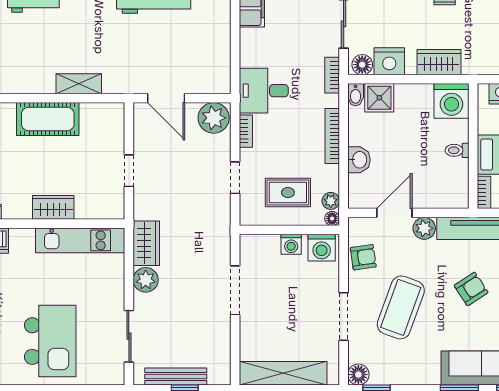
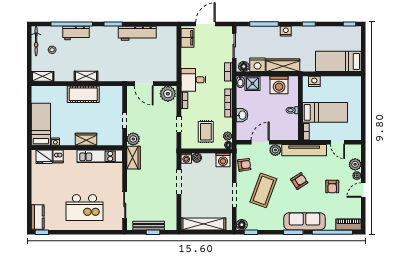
wardrobe: (439, 62) -> (283, 65), width x1.50
shelving: (79, 84) -> (86, 76), moved
washing machine: (452, 101) -> (279, 85), moved
rug: (288, 193) -> (206, 132), turned 90
boiler: (270, 243) -> (197, 158), added
washing machine: (291, 244) -> (186, 158), moved
plant: (146, 280) -> (133, 139), moved
kitchen island: (50, 341) -> (84, 208), turned 90

